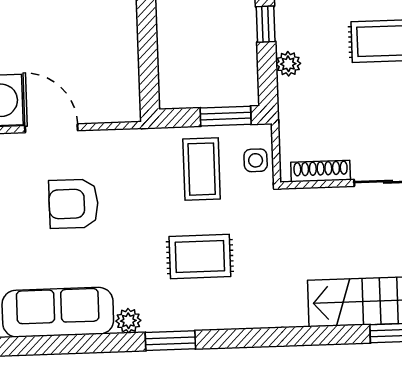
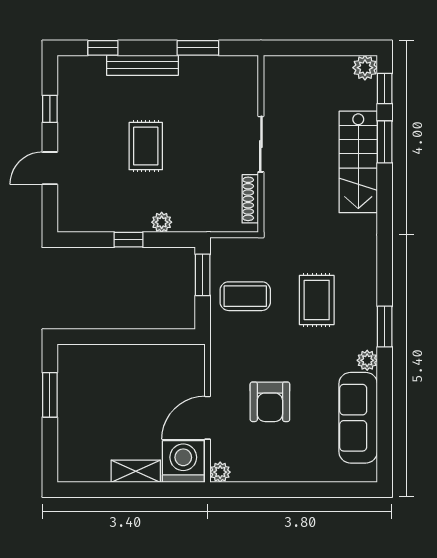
side table: (256, 160) -> (240, 252), removed

